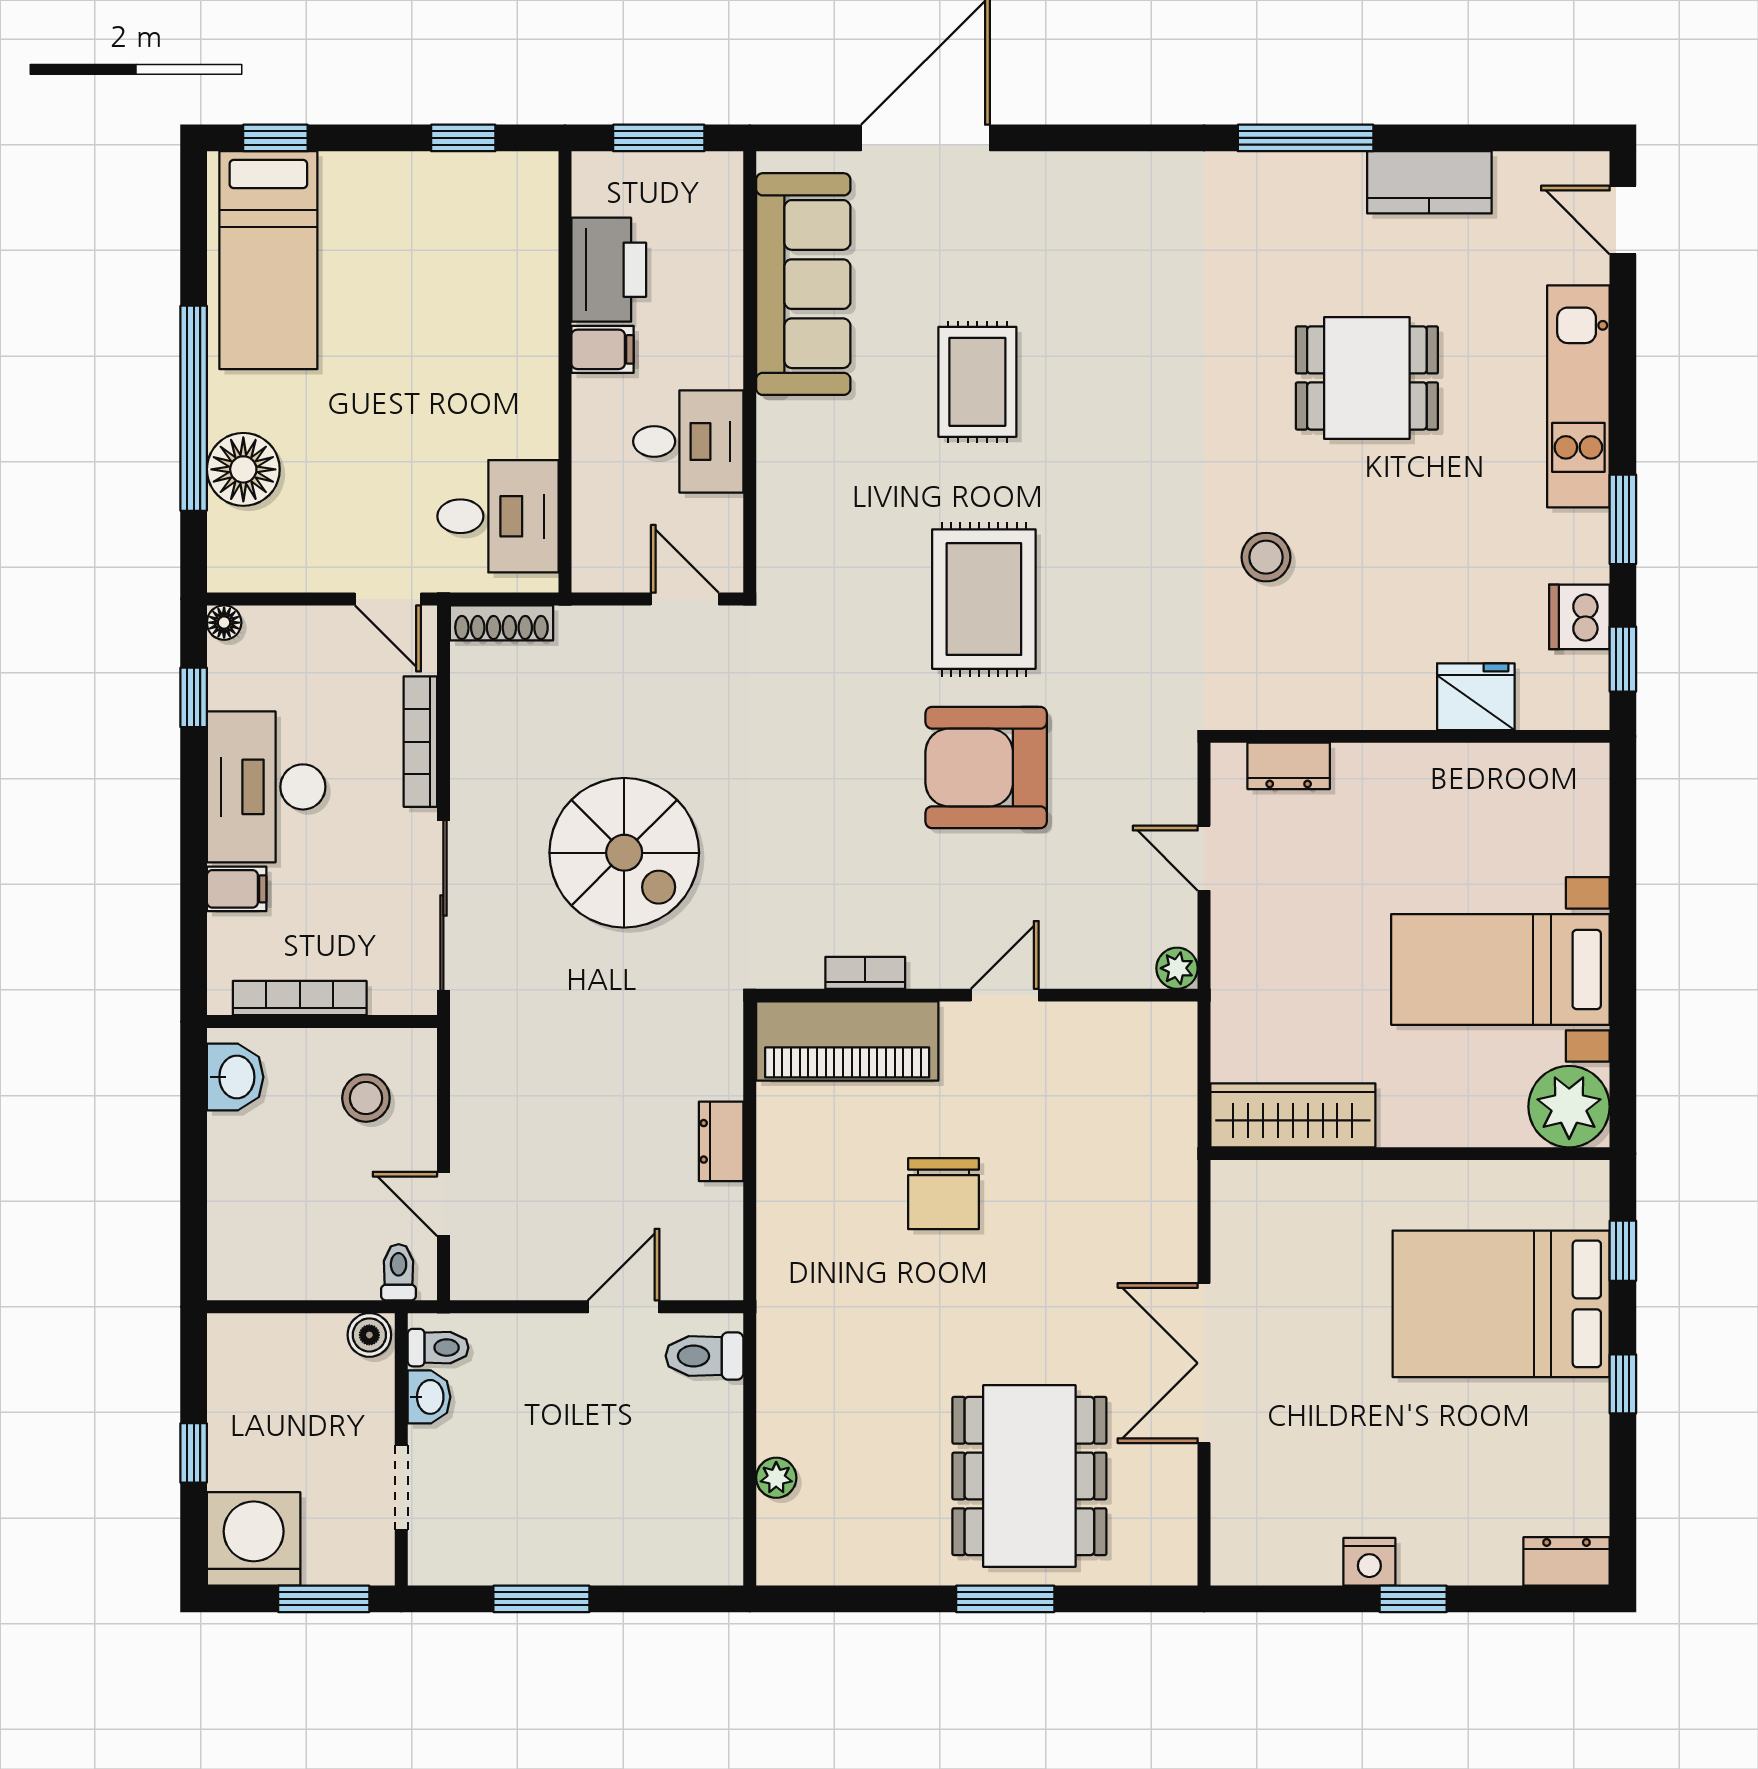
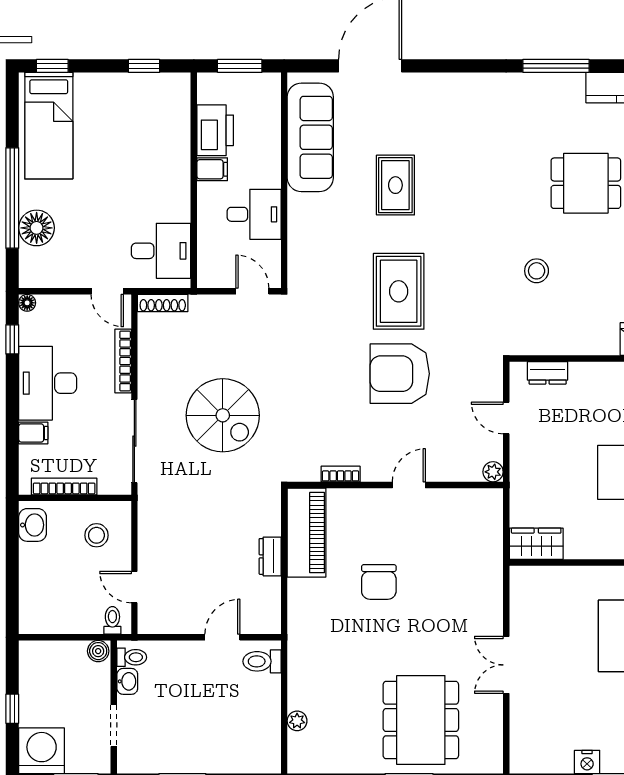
piano: (847, 1041) -> (307, 533), moved, turned -90
wardrobe: (1293, 1115) -> (536, 544), width x0.67
double door: (1204, 1363) -> (506, 665), width x0.73

